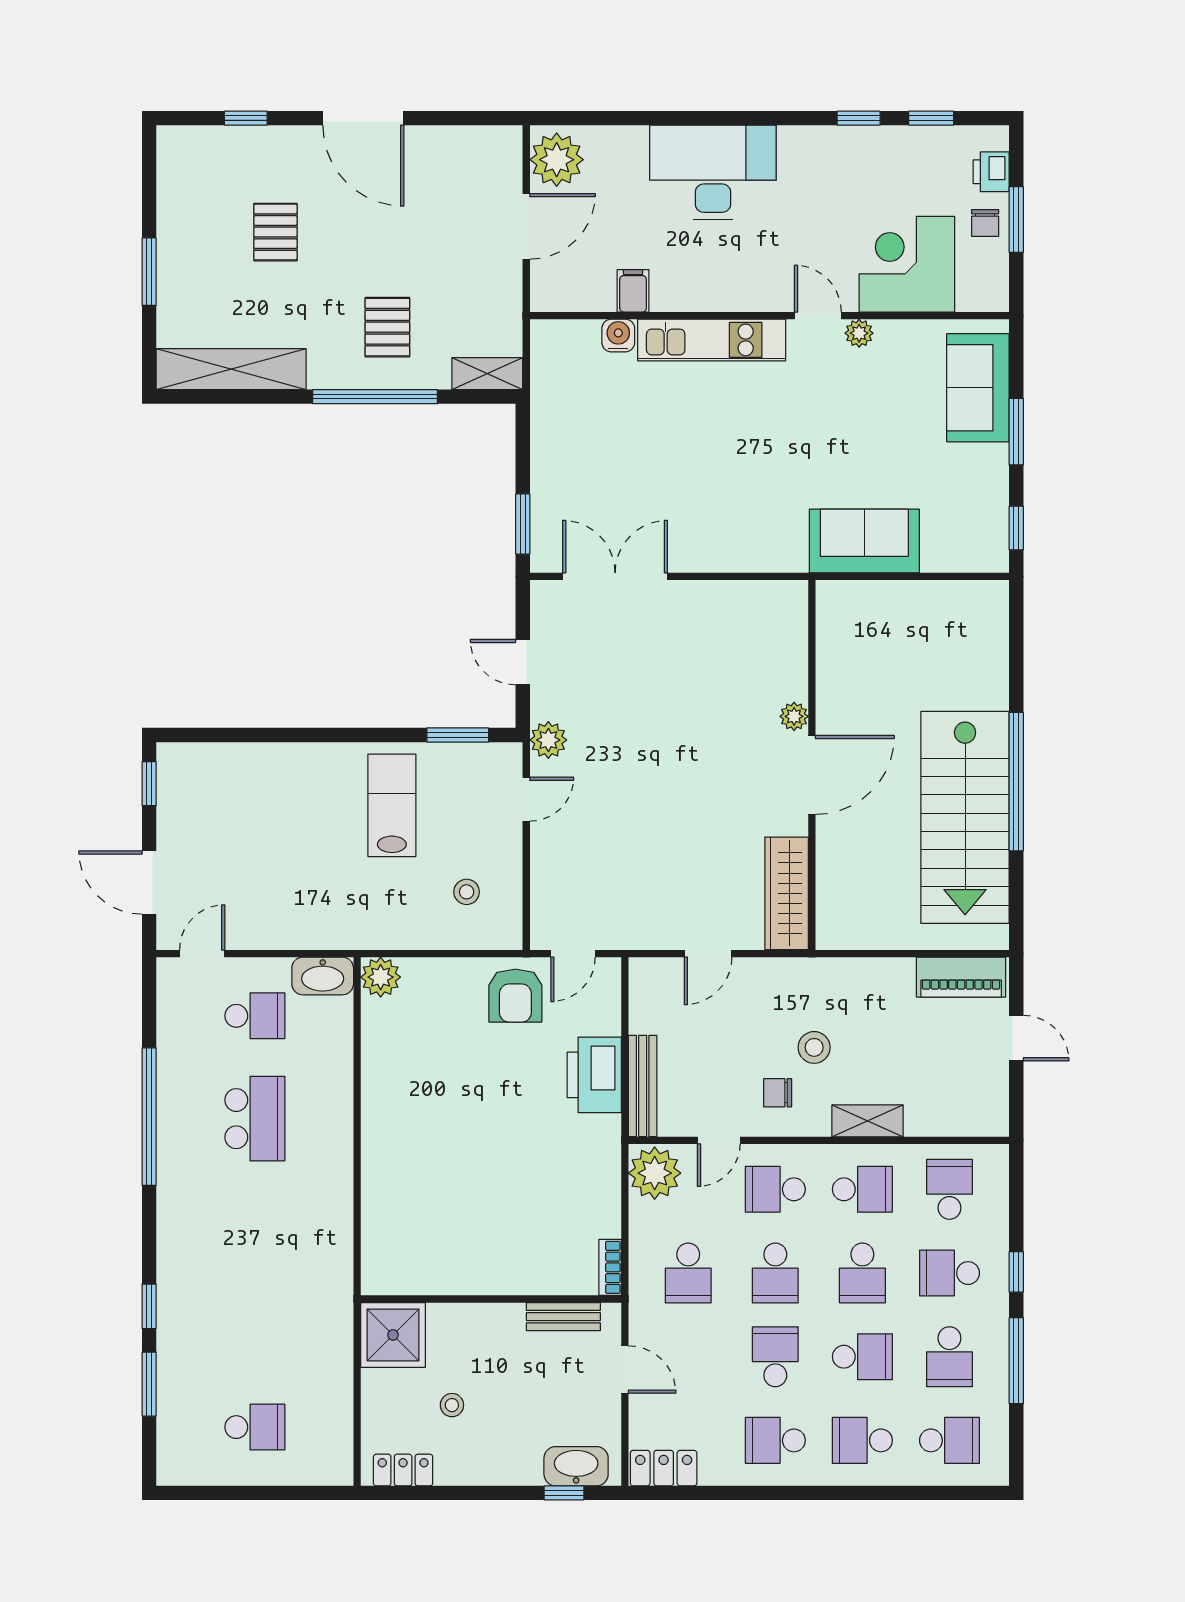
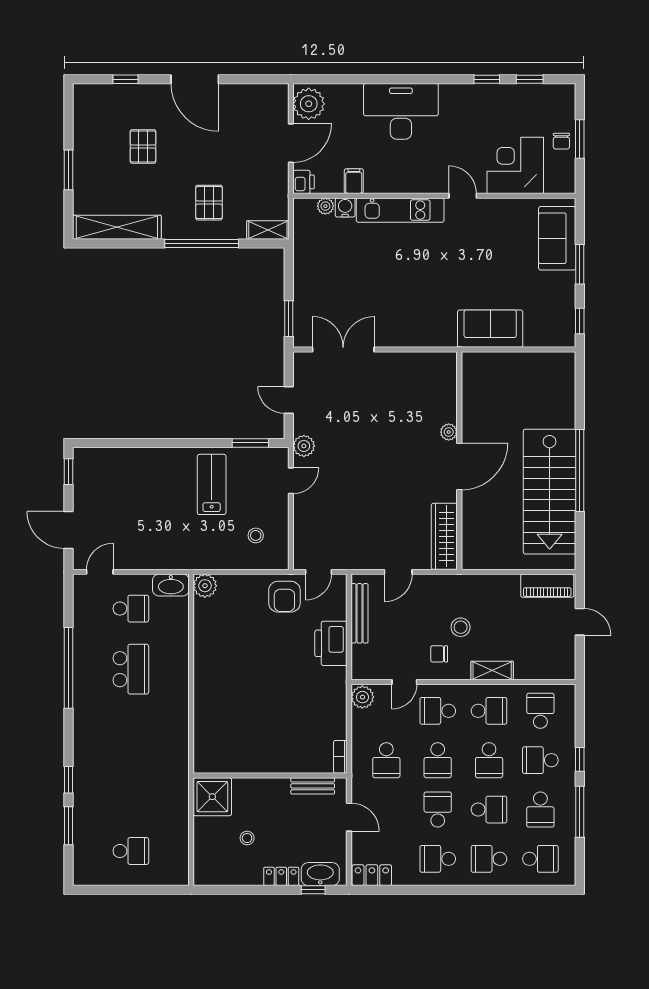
printer: (991, 172) -> (304, 182), moved, turned 180
plant: (859, 333) -> (325, 206), moved
bench: (643, 1086) -> (359, 613), moved
plant: (655, 1173) -> (362, 697), width x0.73, depth x0.73
locker: (403, 1470) -> (281, 876), moved

